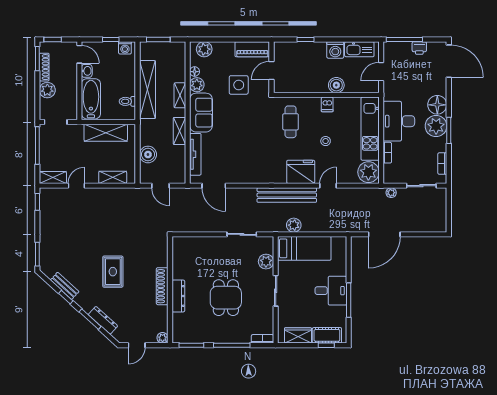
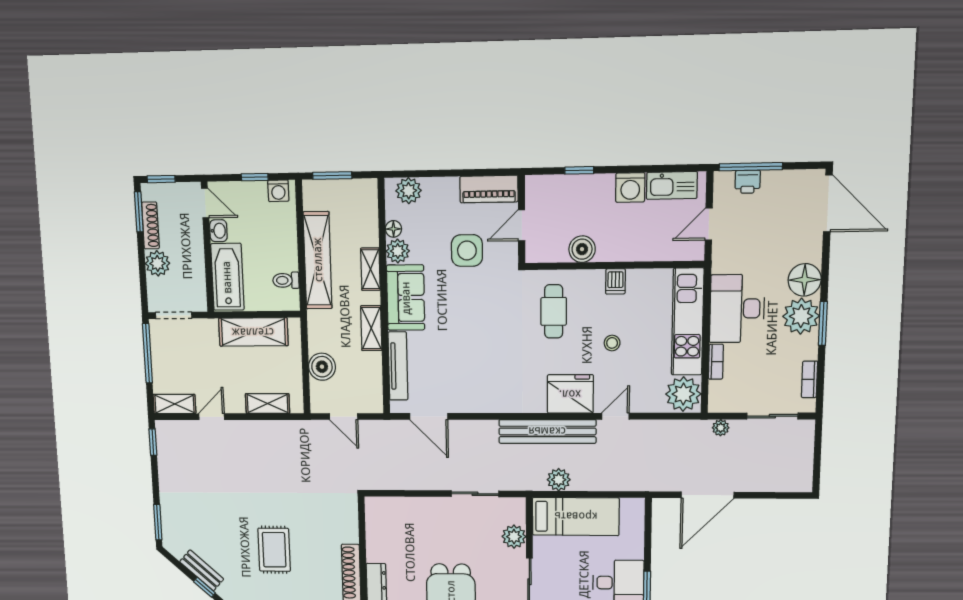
printer: (419, 48) -> (748, 182), moved
boiler: (336, 85) -> (582, 249), moved

